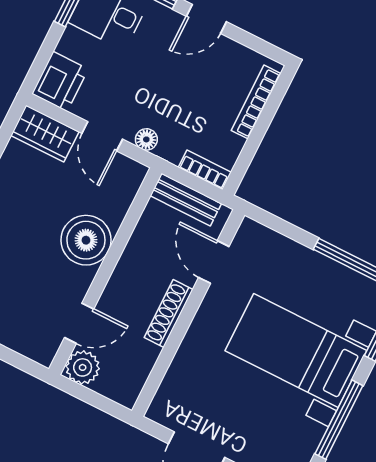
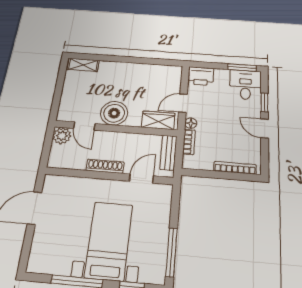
wardrobe: (45, 134) -> (158, 120), moved, turned 90
bookcase: (205, 170) -> (189, 142), moved
boiler: (86, 240) -> (114, 113), moved

